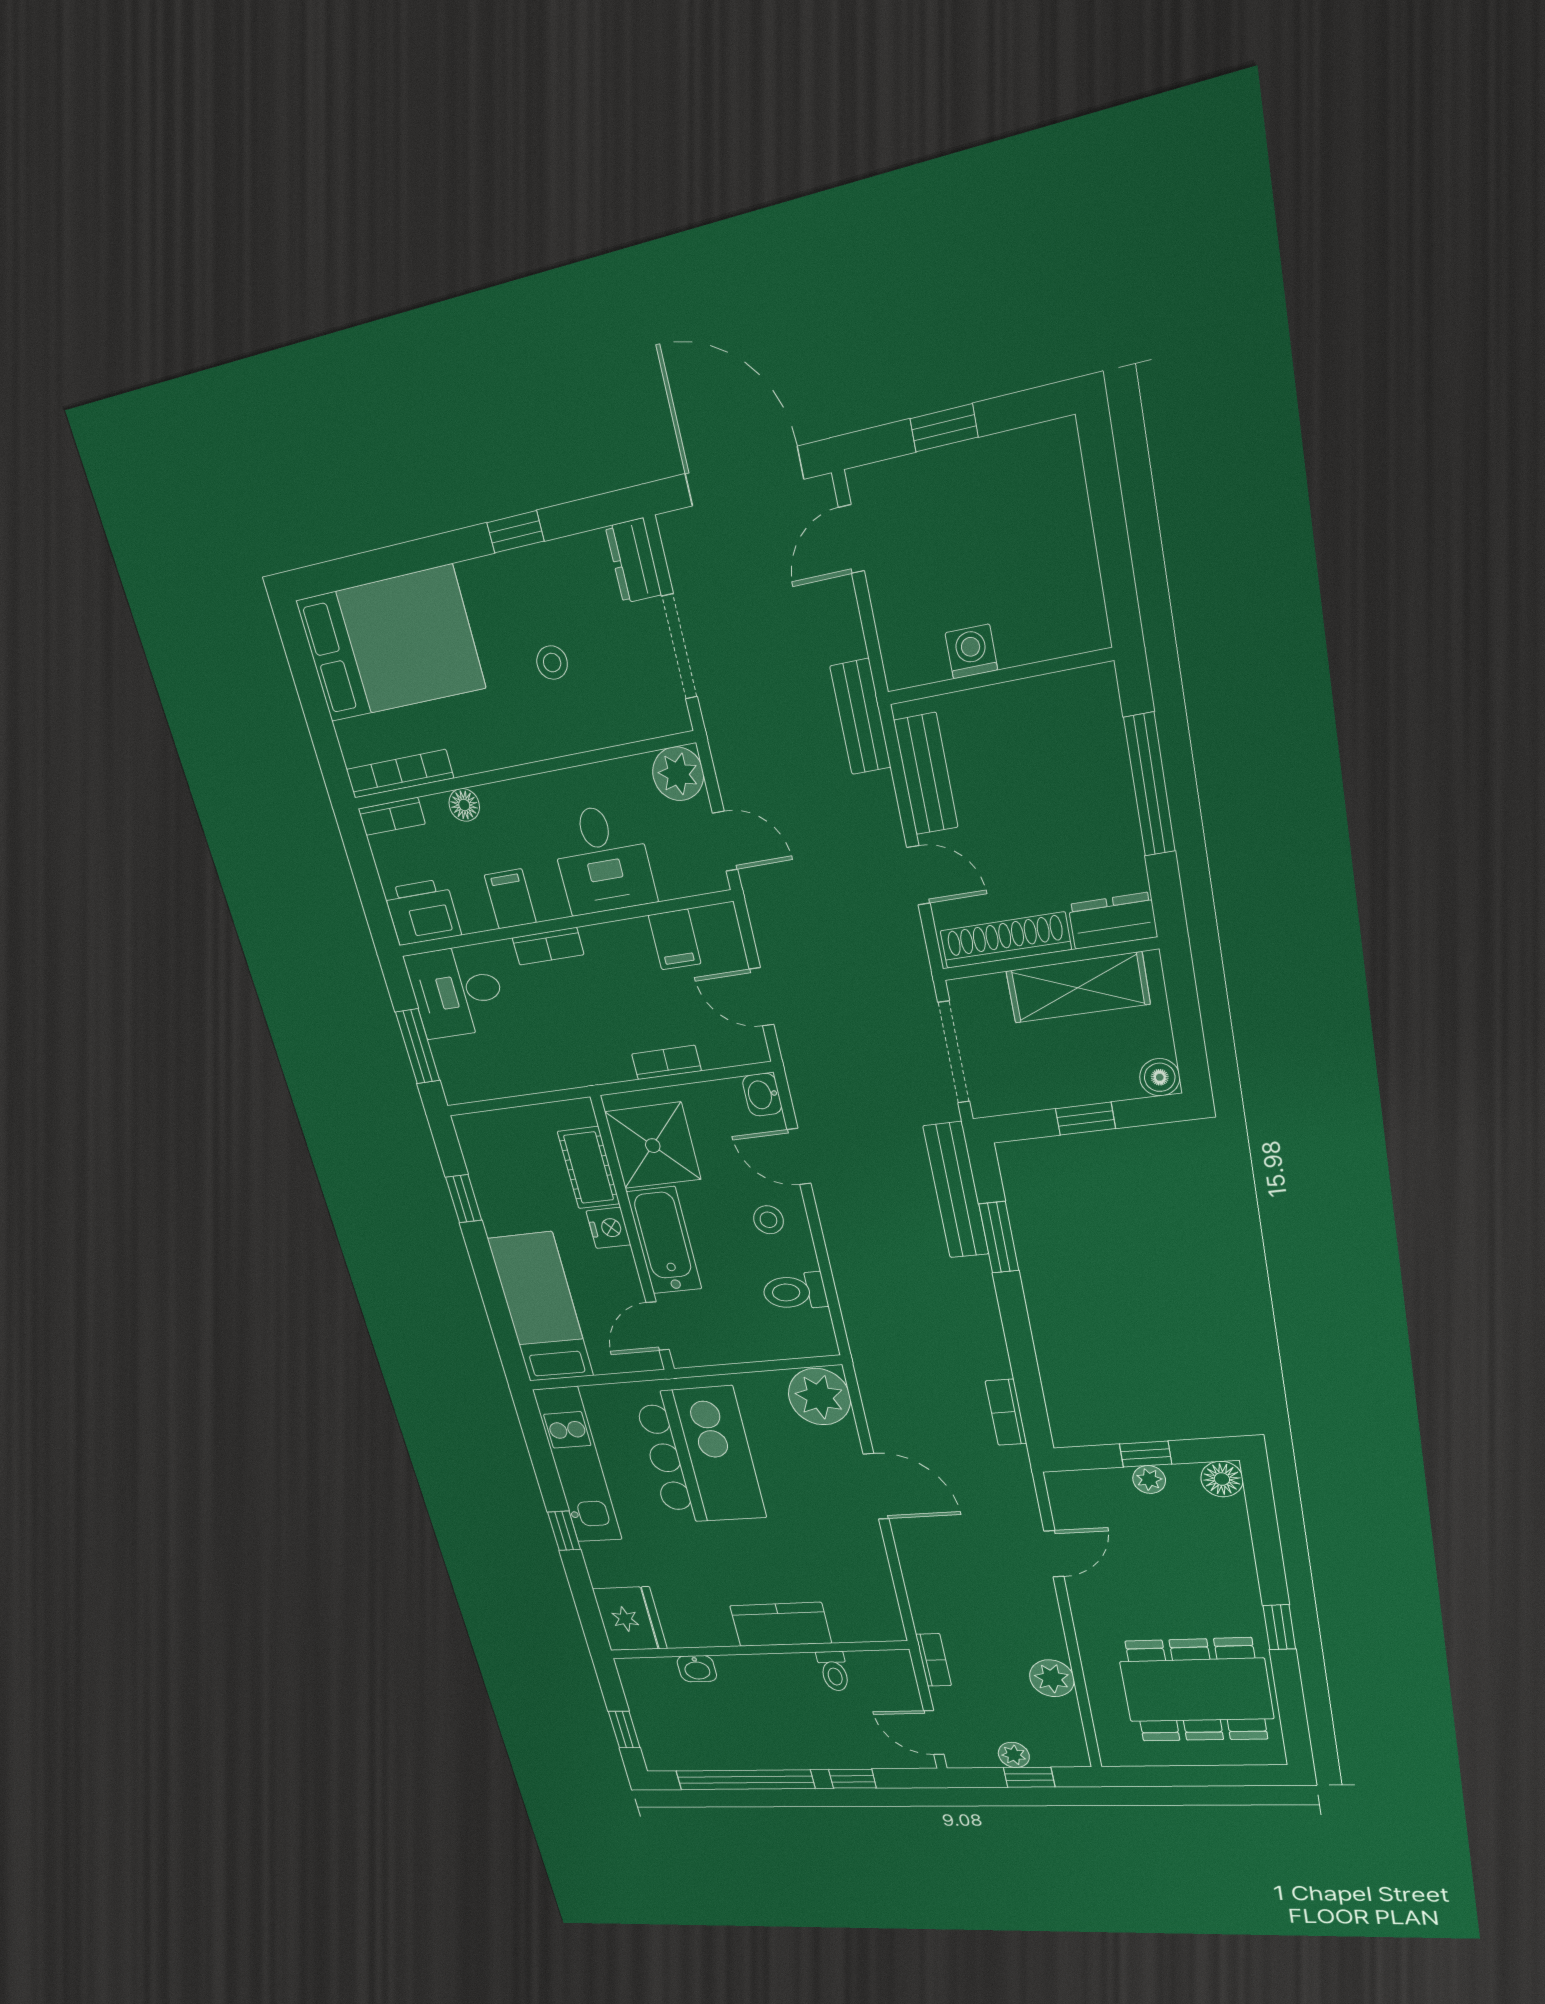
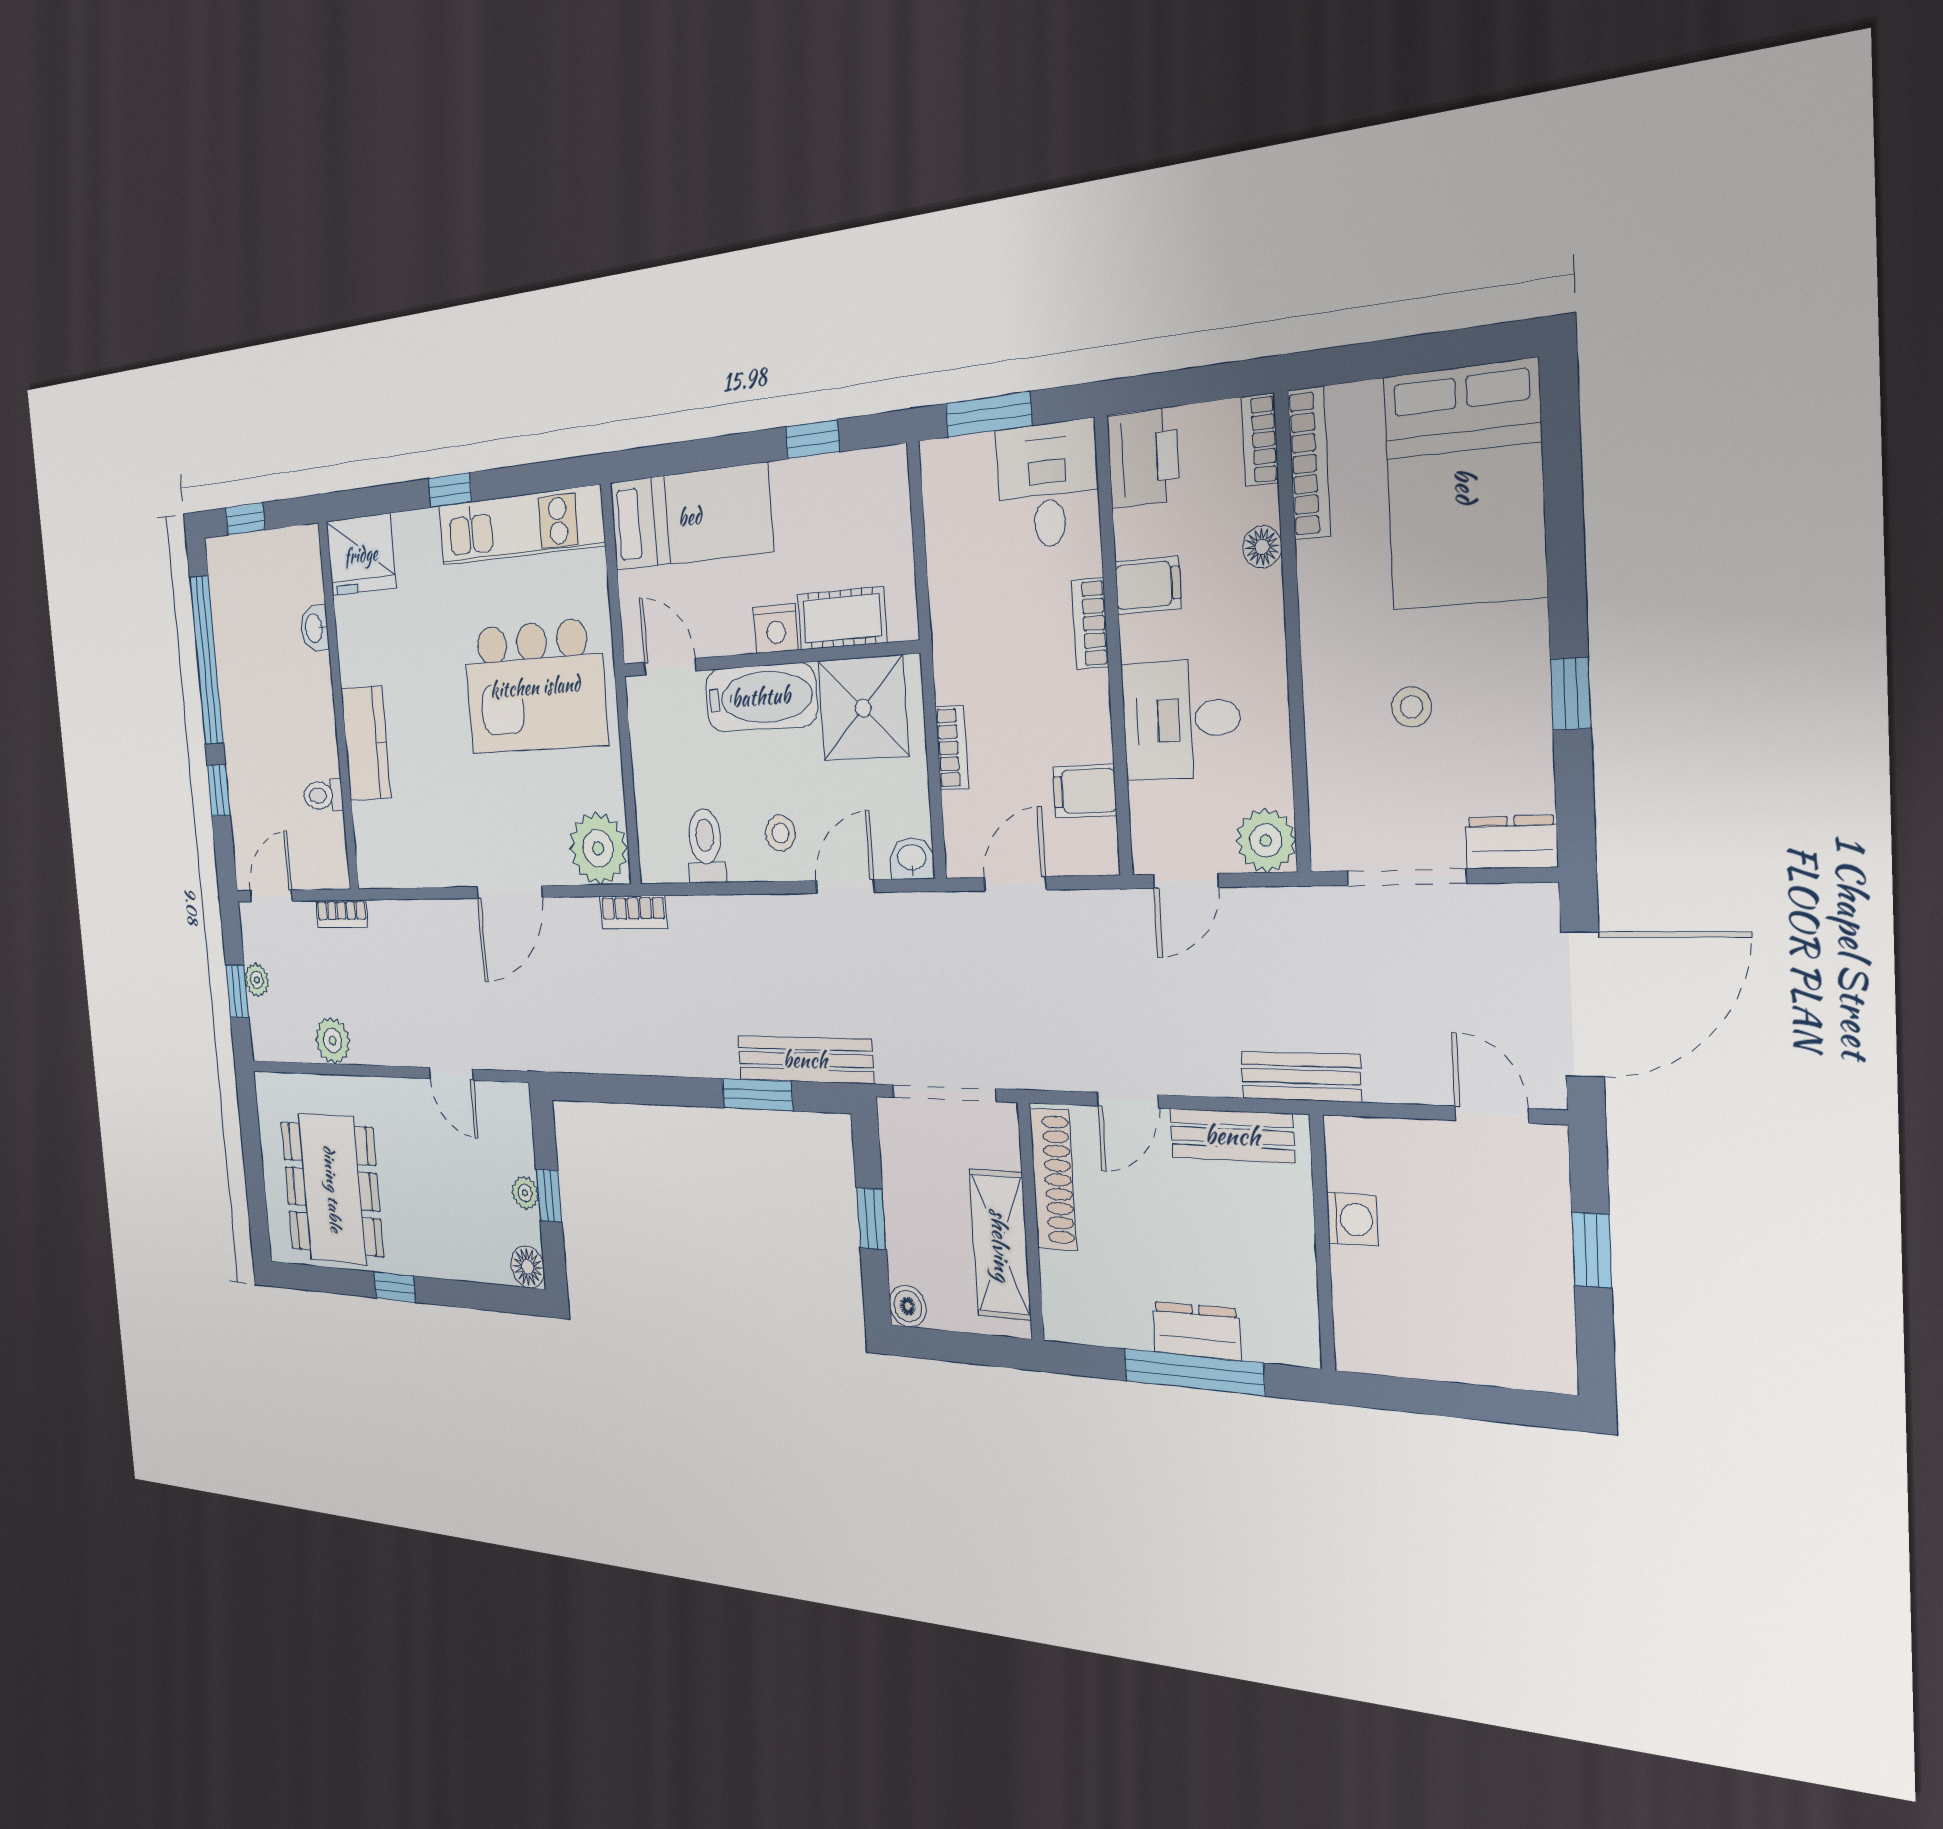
dresser: (1113, 921) -> (1197, 1331), moved, turned -90
bookcase: (1006, 1412) -> (633, 912), moved, turned 180

